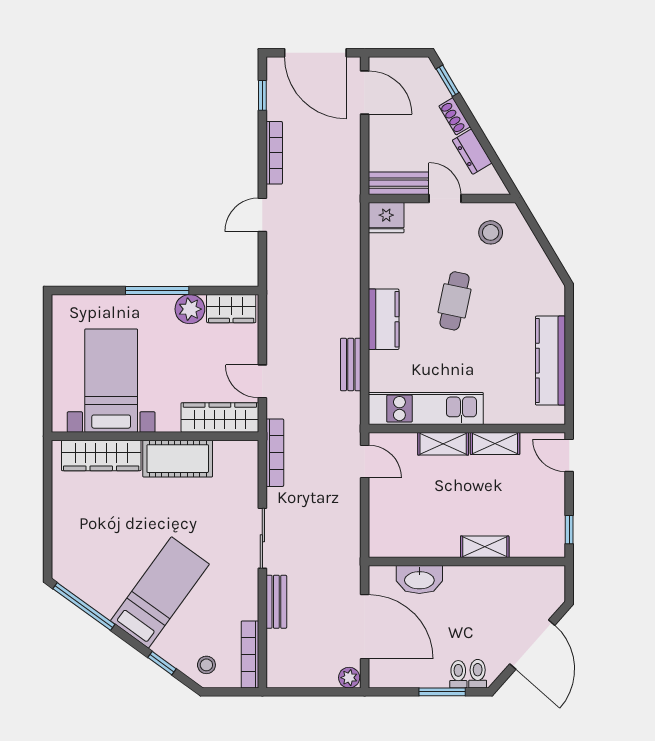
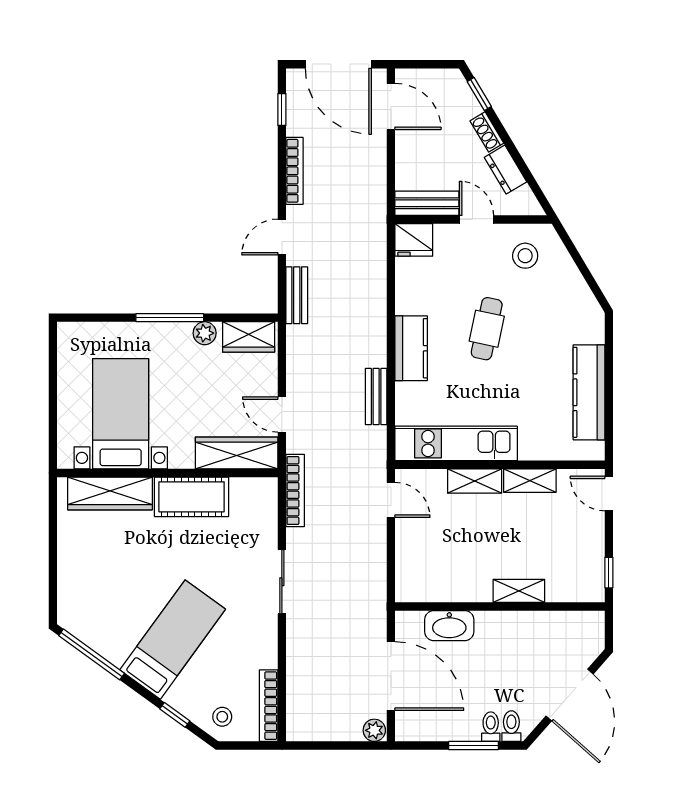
plant: (190, 309) -> (205, 333), width x0.73, depth x0.73
bench: (276, 602) -> (297, 295), moved

